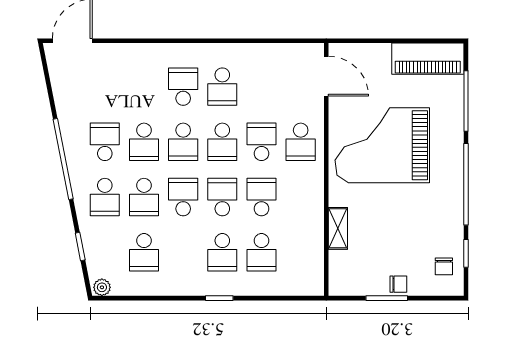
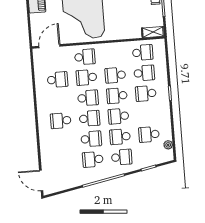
school desk: (222, 87) -> (58, 80), moved
school desk: (144, 197) -> (120, 137), turned 180
shelving: (338, 228) -> (153, 32), moved
school desk: (144, 252) -> (149, 134), turned 180
school desk: (222, 252) -> (146, 93), turned 180
school desk: (301, 252) -> (143, 52), added
plant: (102, 287) -> (168, 145), moved

